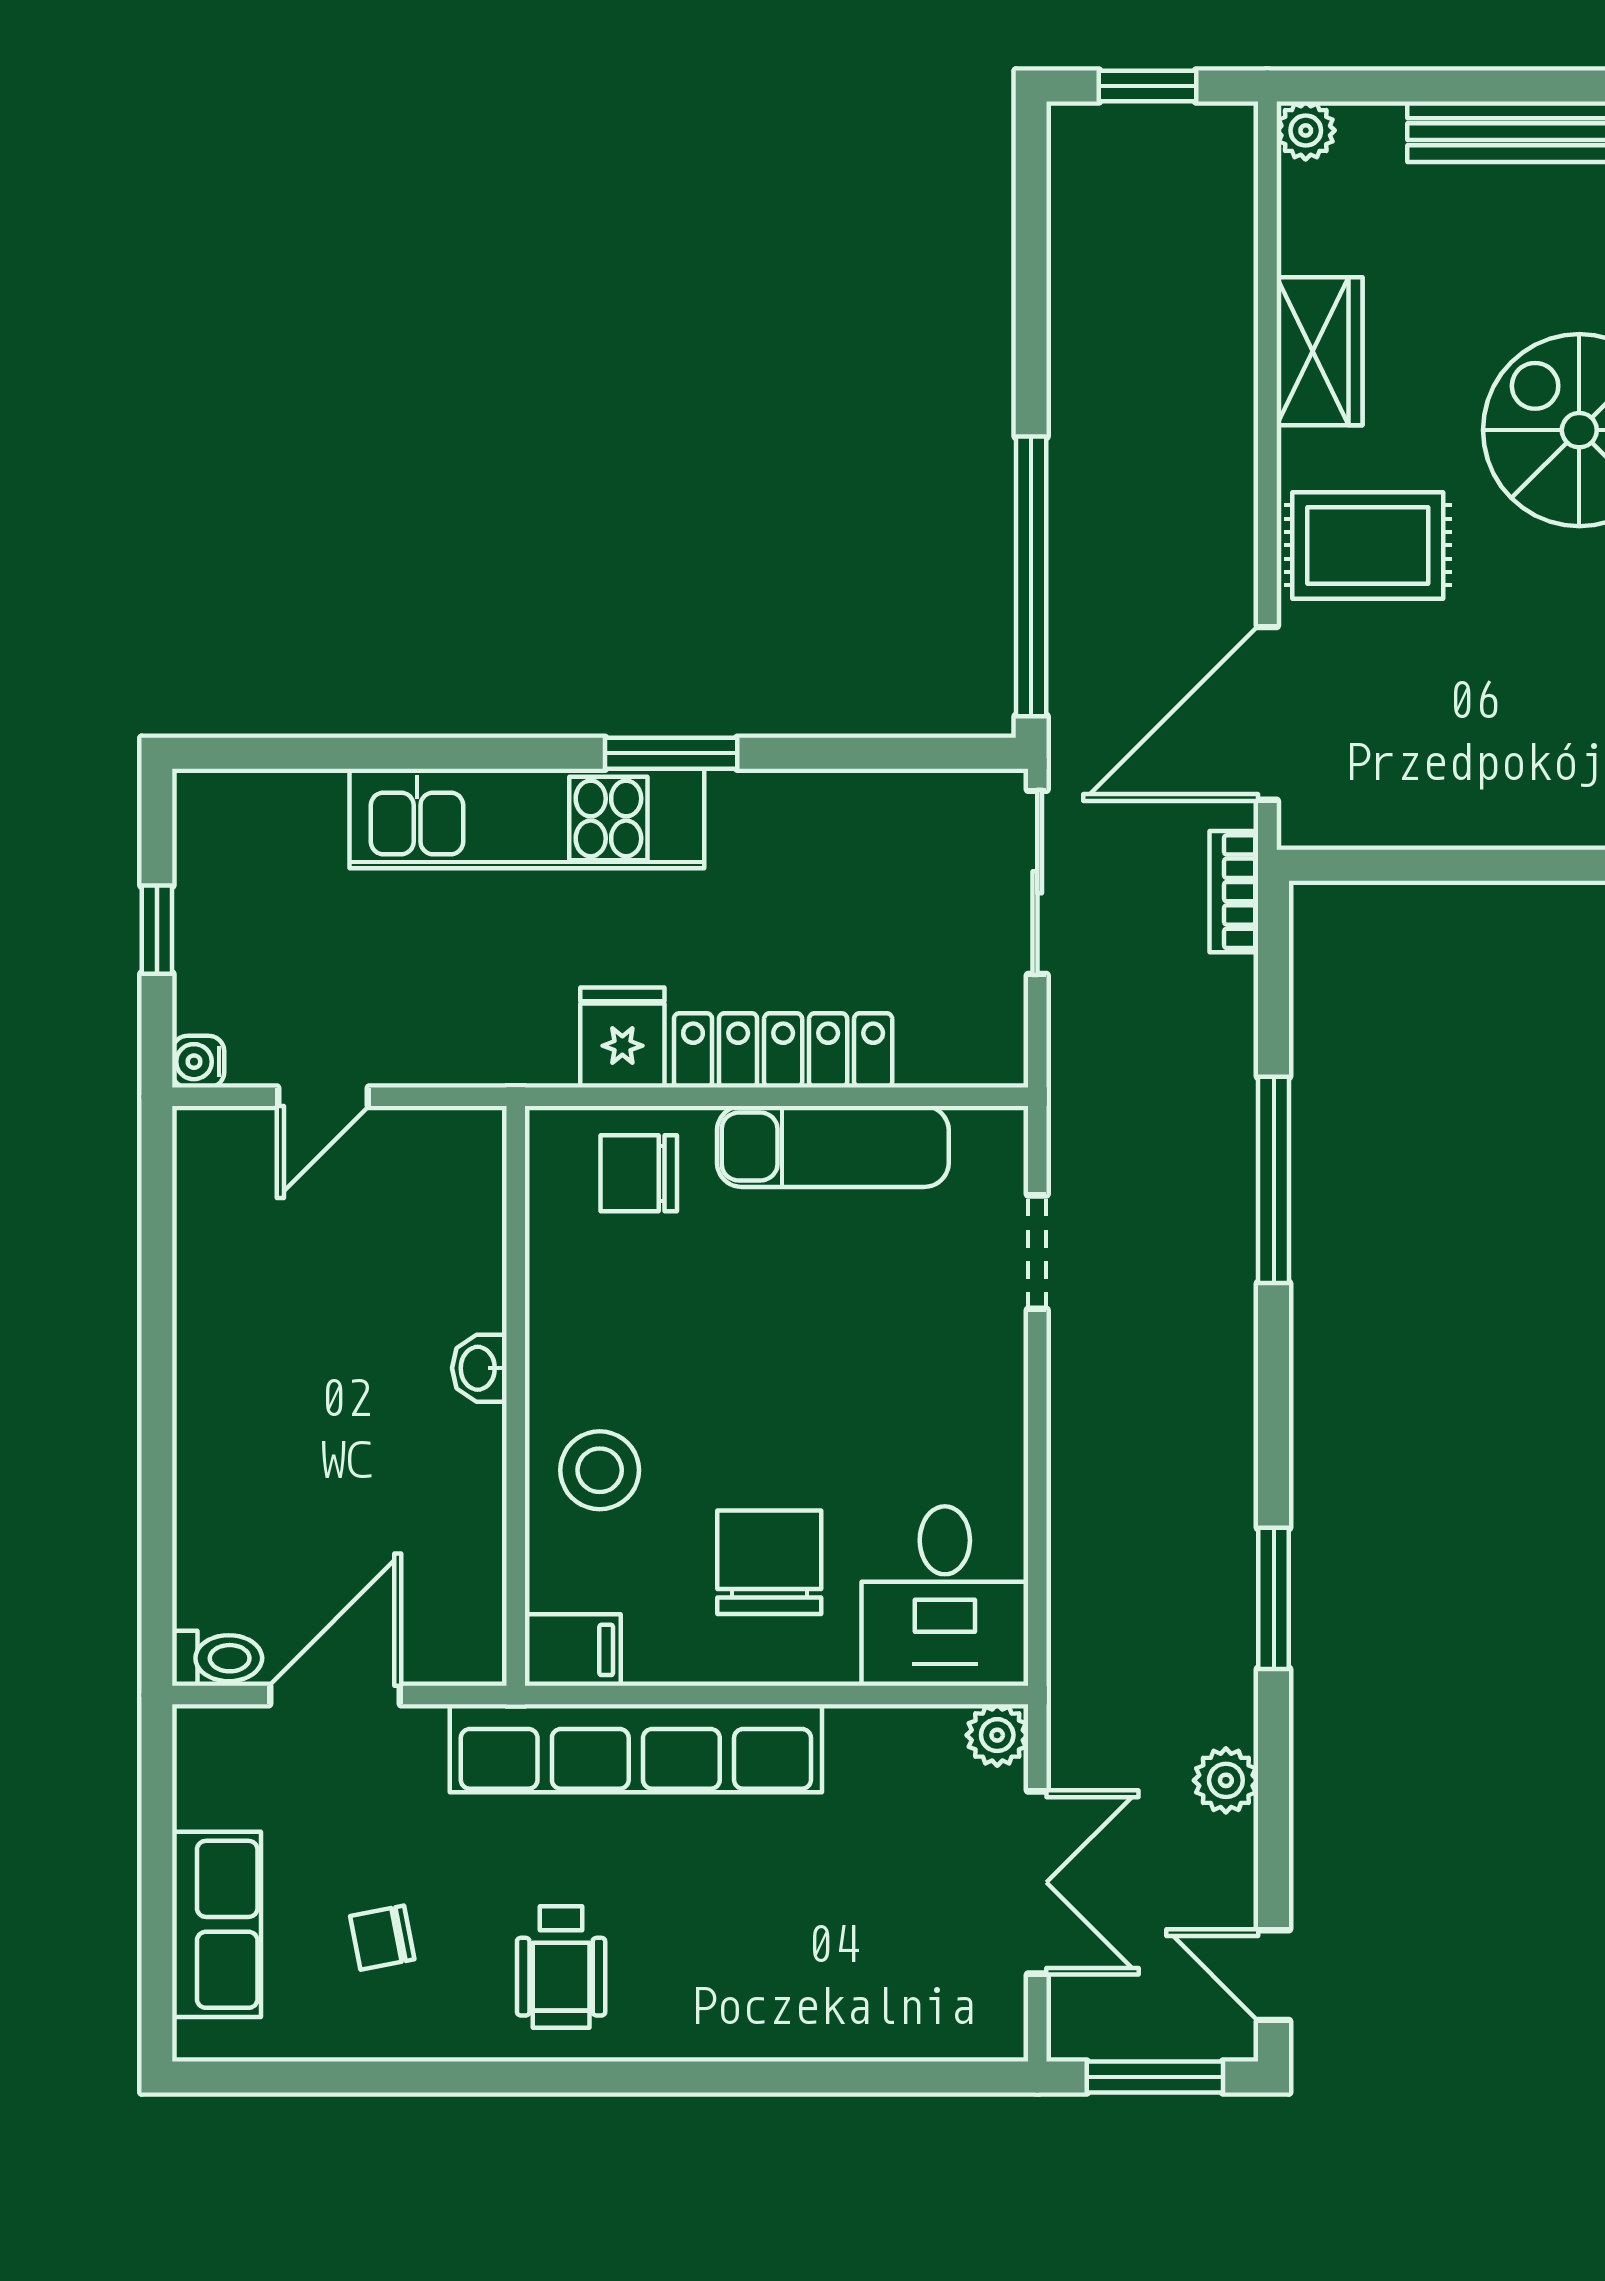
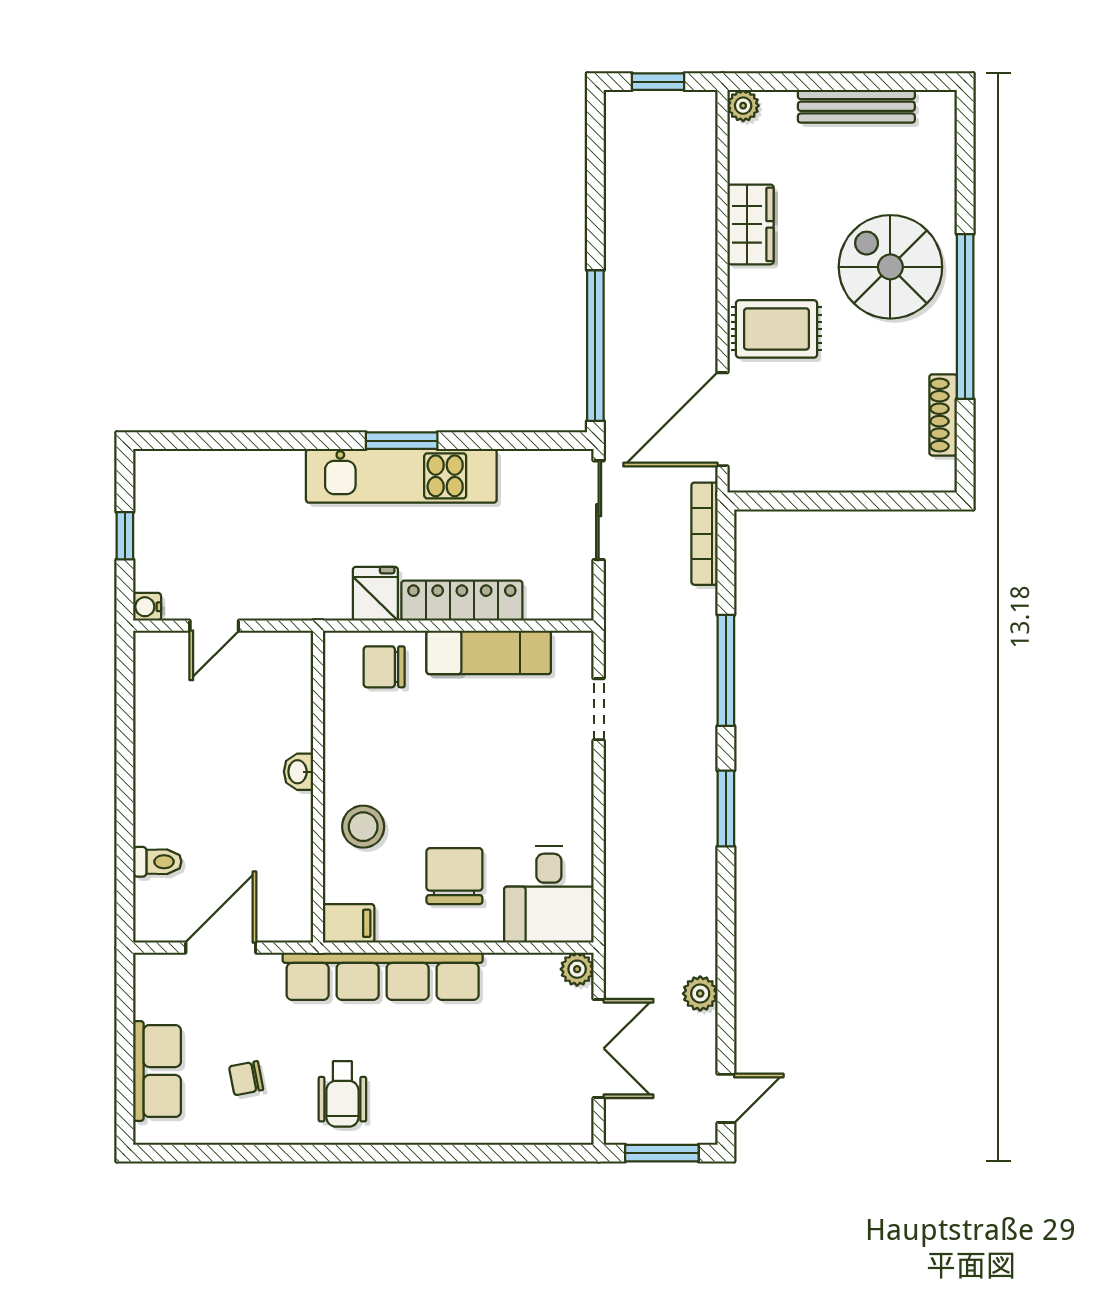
kitchen unit: (527, 818) -> (401, 476), moved
bookcase: (1234, 892) -> (704, 534), width x1.56
window: (1274, 1598) -> (726, 808), moved
toilet: (217, 1658) -> (157, 862), moved
door: (1274, 1975) -> (726, 1098), swing flipped

